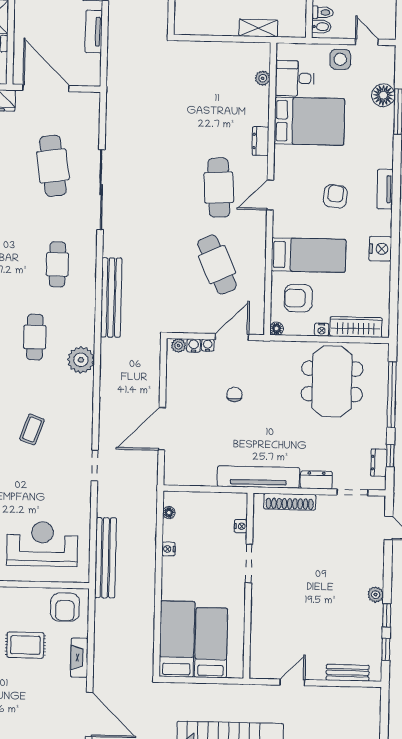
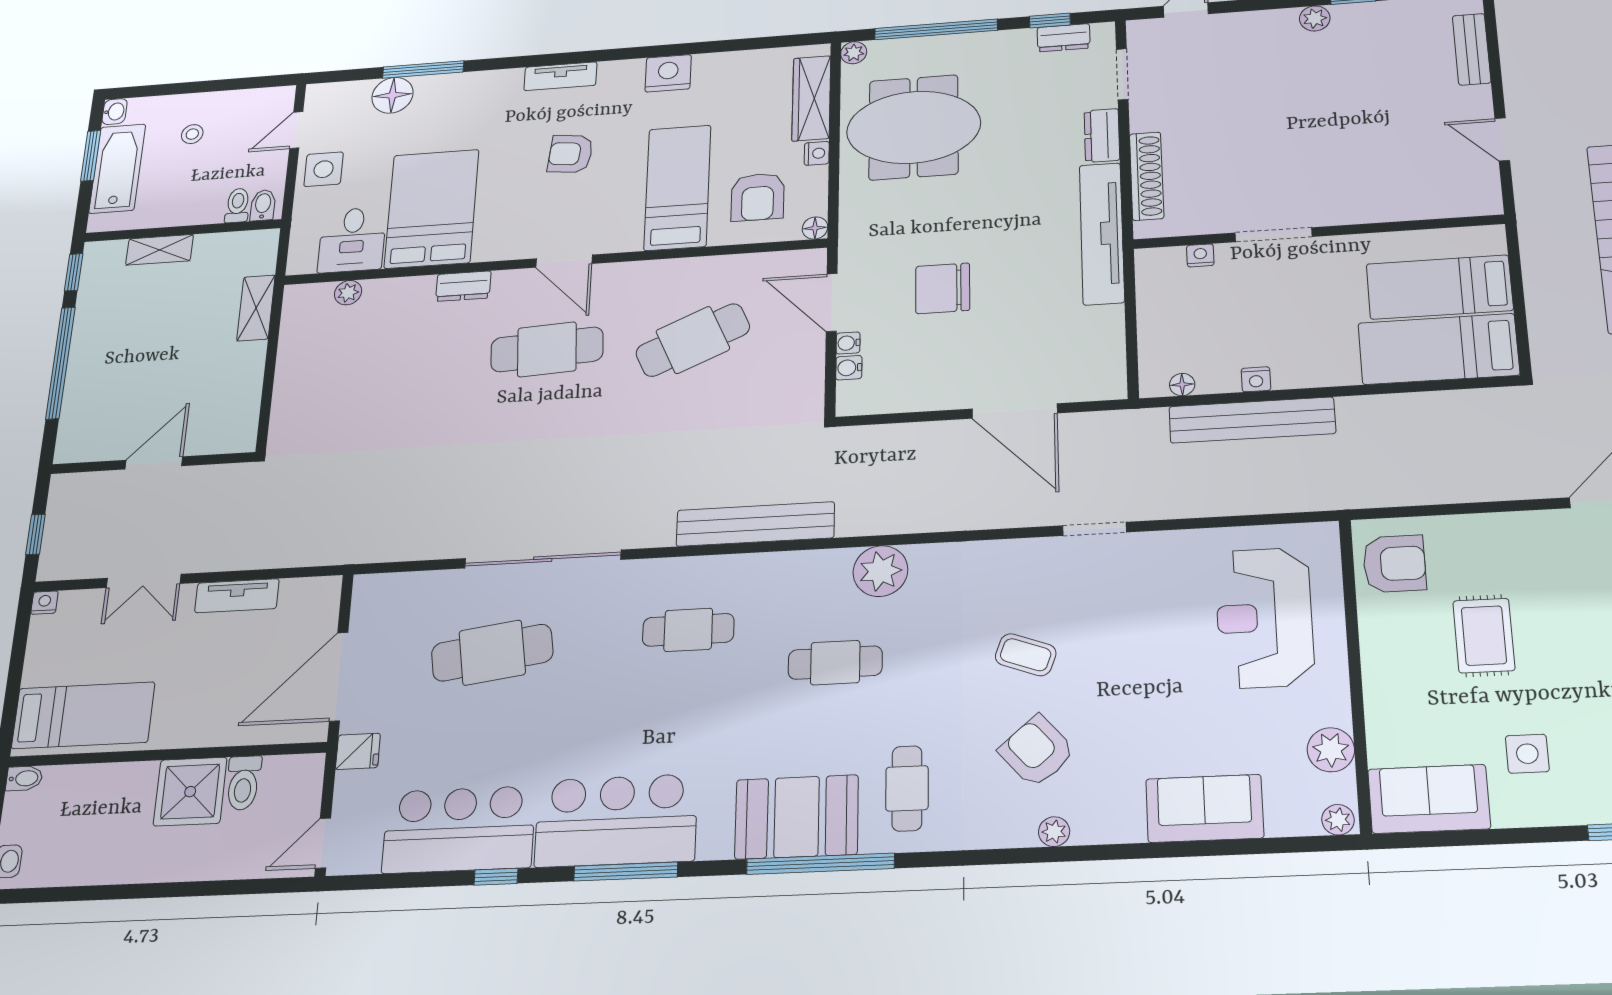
plant: (179, 345) -> (854, 53), moved
chair: (235, 394) -> (943, 288), width x1.87, depth x1.87
bench: (105, 558) -> (1252, 420), moved
fireplace: (79, 658) -> (1499, 528), removed

